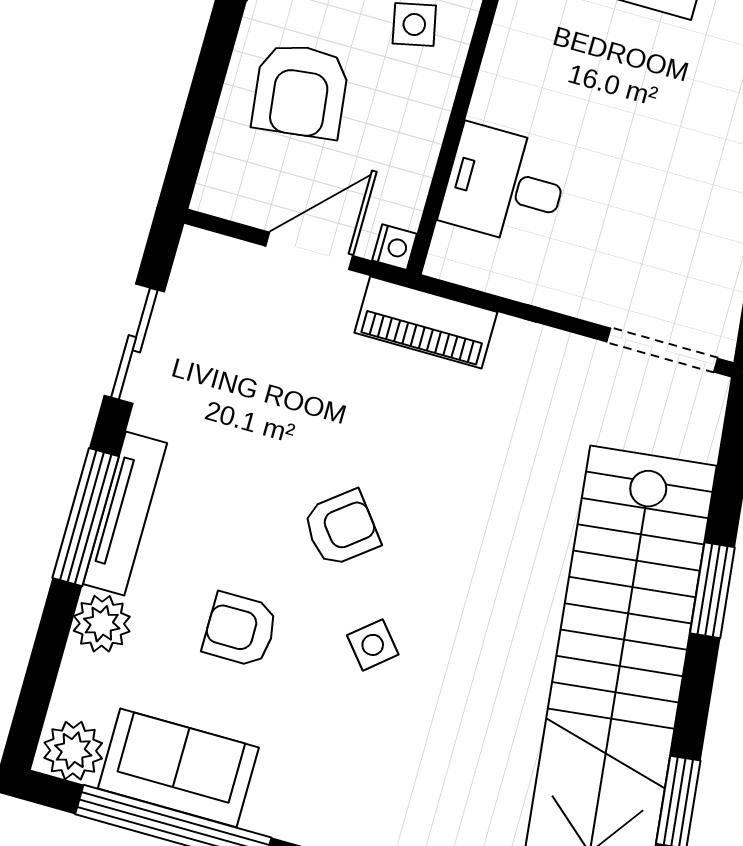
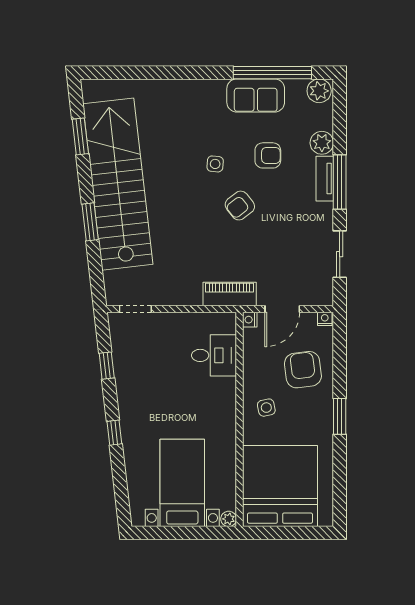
nightstand: (214, 198) -> (325, 319), added
doorway: (662, 350) -> (135, 309), width x0.73
tv unit: (125, 513) -> (325, 179), width x0.71
side table: (373, 645) -> (215, 164), turned 45
sofa: (178, 768) -> (256, 95), moved

